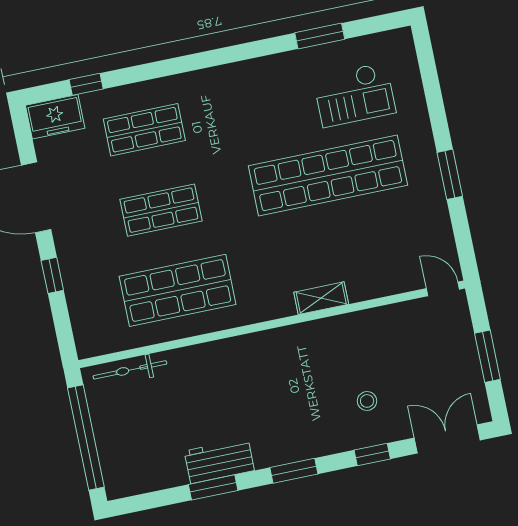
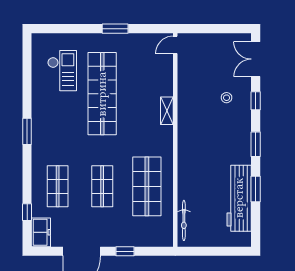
window: (320, 36) -> (27, 131), moved
window: (487, 356) -> (216, 29), removed
window: (86, 438) -> (215, 251), removed
workbench: (219, 461) -> (239, 198), width x1.88, depth x1.32

